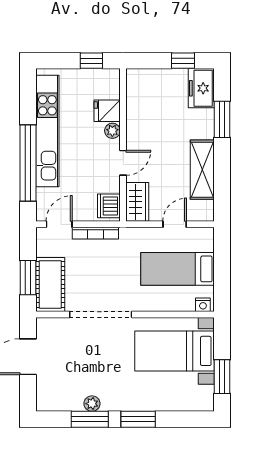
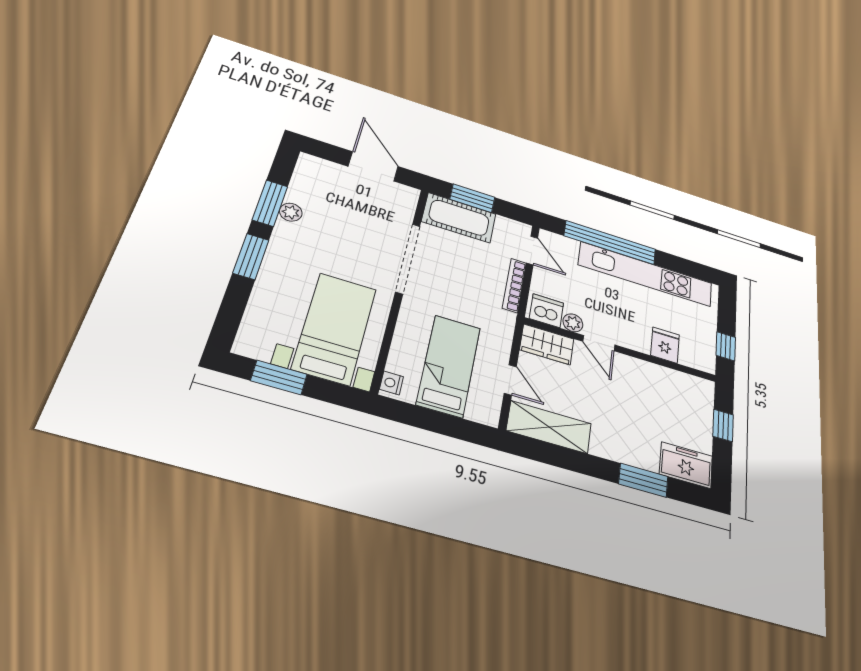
window: (183, 61) -> (723, 425), moved
plant: (112, 131) -> (573, 323), moved
shelving: (202, 170) -> (549, 427), moved

